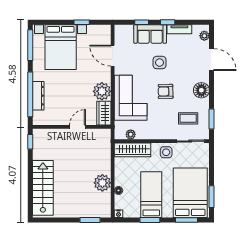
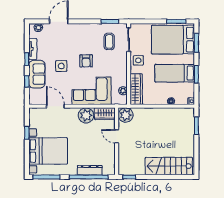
door: (113, 56) -> (55, 106), swing flipped
floor lamp: (201, 90) -> (85, 30), removed
plant: (102, 183) -> (126, 115), moved

